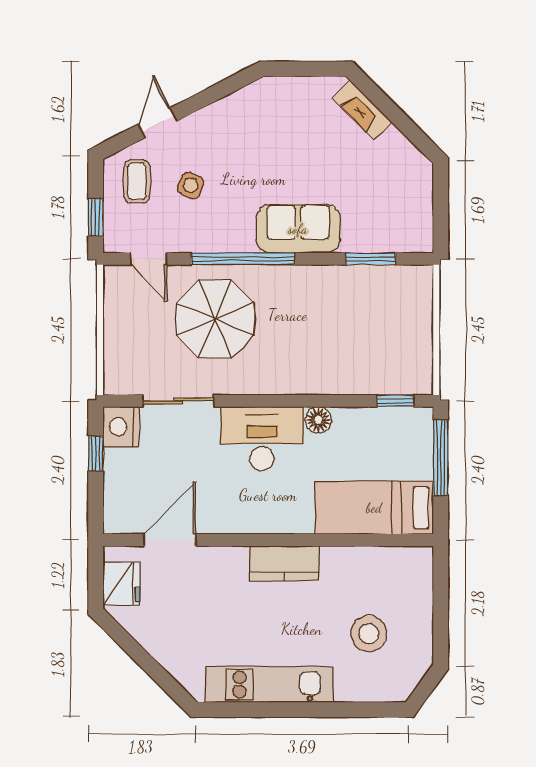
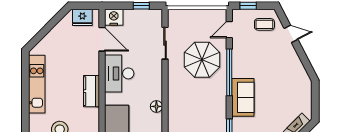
side table: (191, 185) -> (263, 49), removed
nightstand: (121, 427) -> (114, 17), moved
desk: (262, 439) -> (119, 73), moved, turned 180

